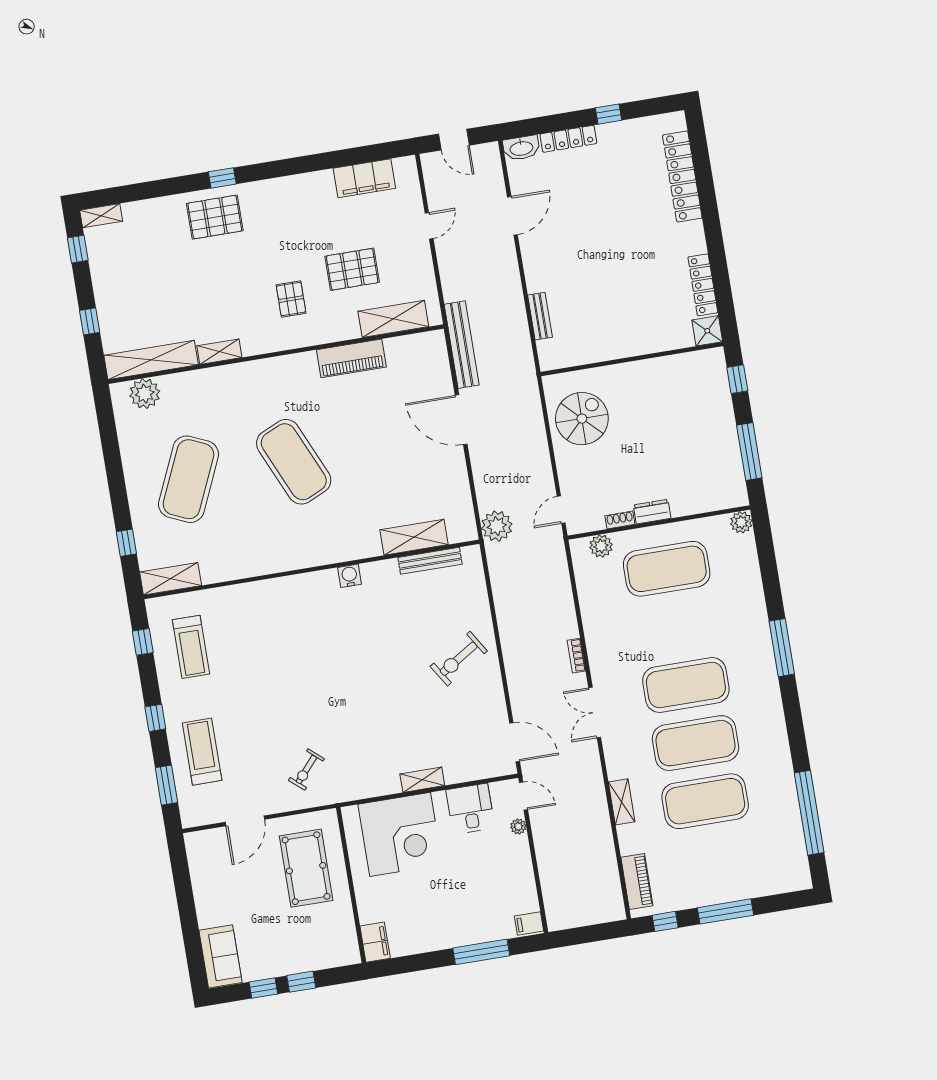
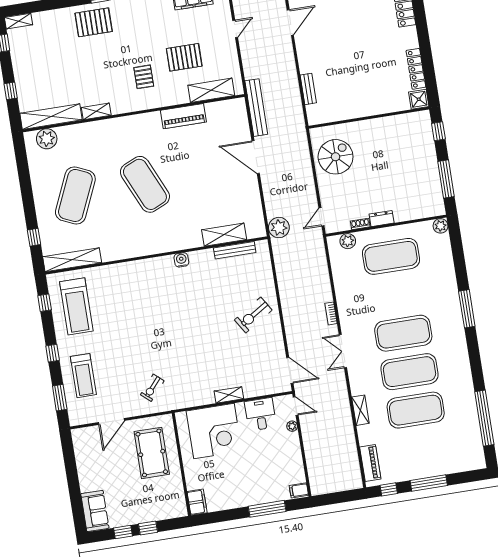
shelving: (171, 579) -> (72, 260), width x1.47
treadmill: (191, 647) -> (76, 306), width x1.37, depth x1.38
treadmill: (202, 752) -> (83, 376), turned 180

